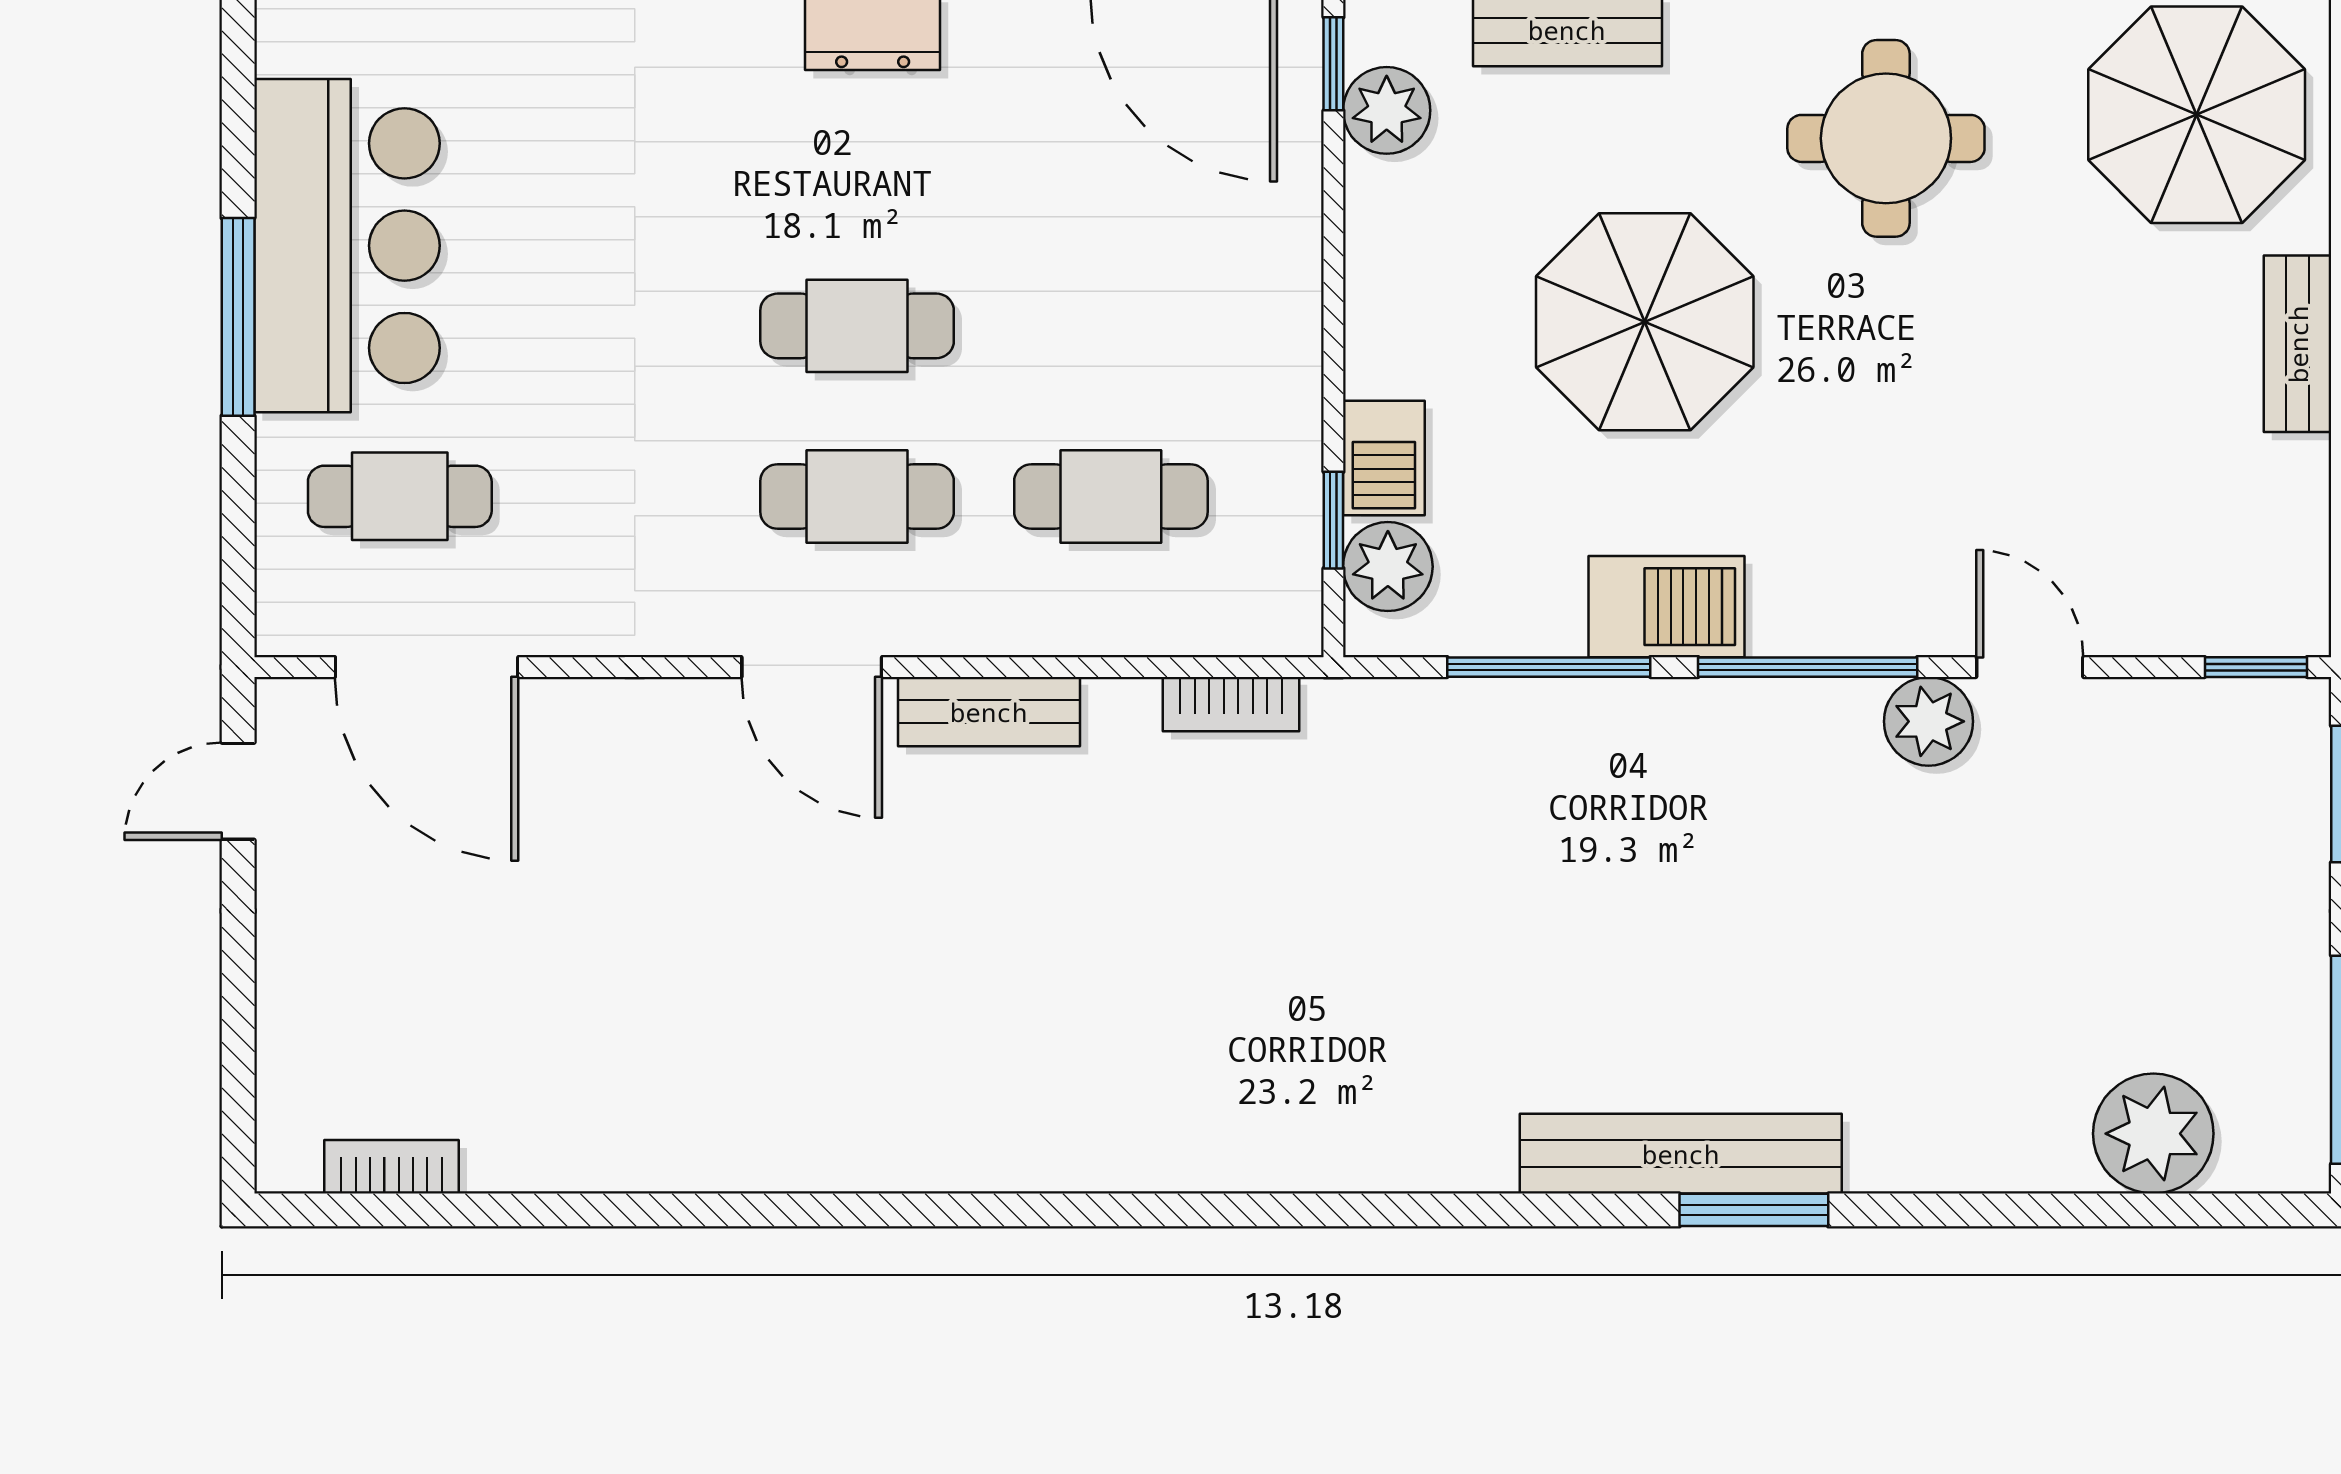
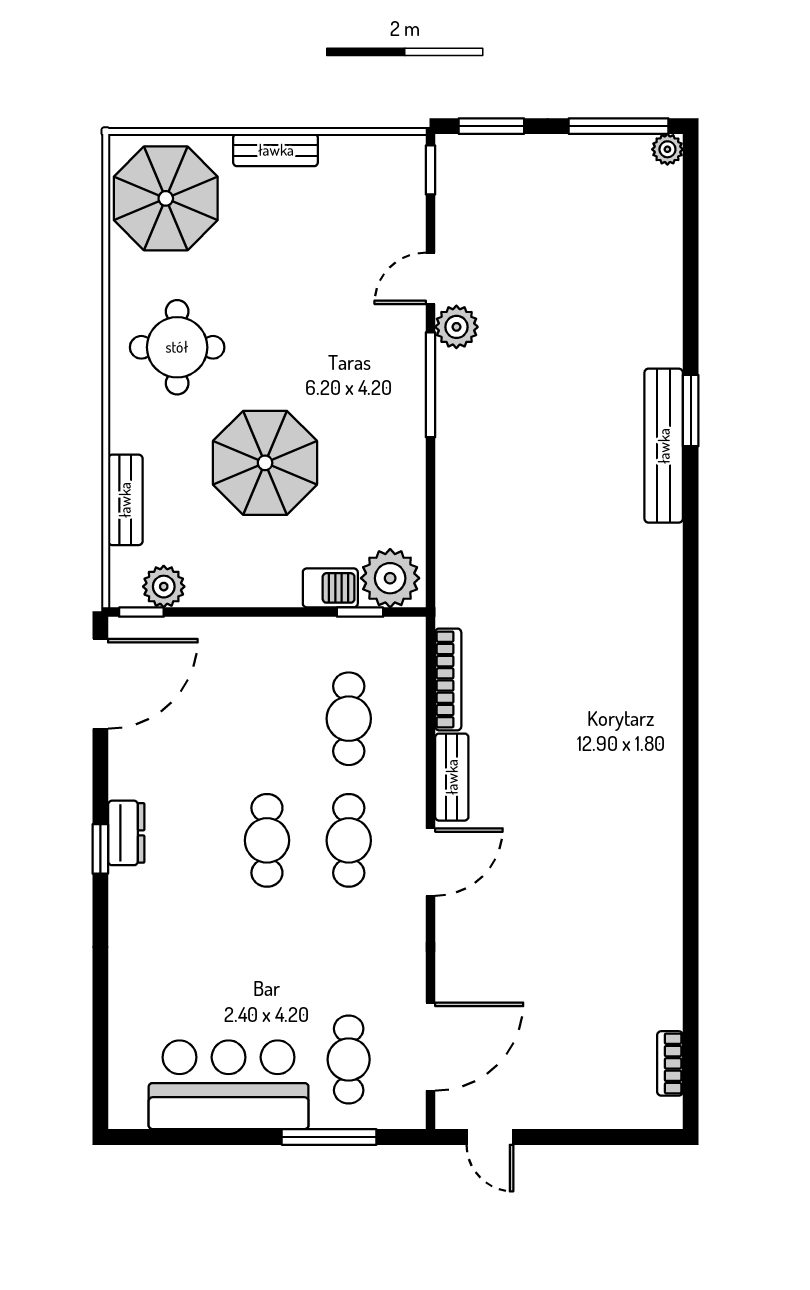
window: (238, 317) -> (329, 1137), moved
plant: (1388, 567) -> (390, 578), width x1.36, depth x1.36
barbecue: (1667, 607) -> (402, 452), removed
window: (1549, 667) -> (431, 509), removed
bookcase: (1231, 704) -> (448, 679), width x1.56
plant: (2153, 1134) -> (667, 149), moved, width x0.53, depth x0.53

